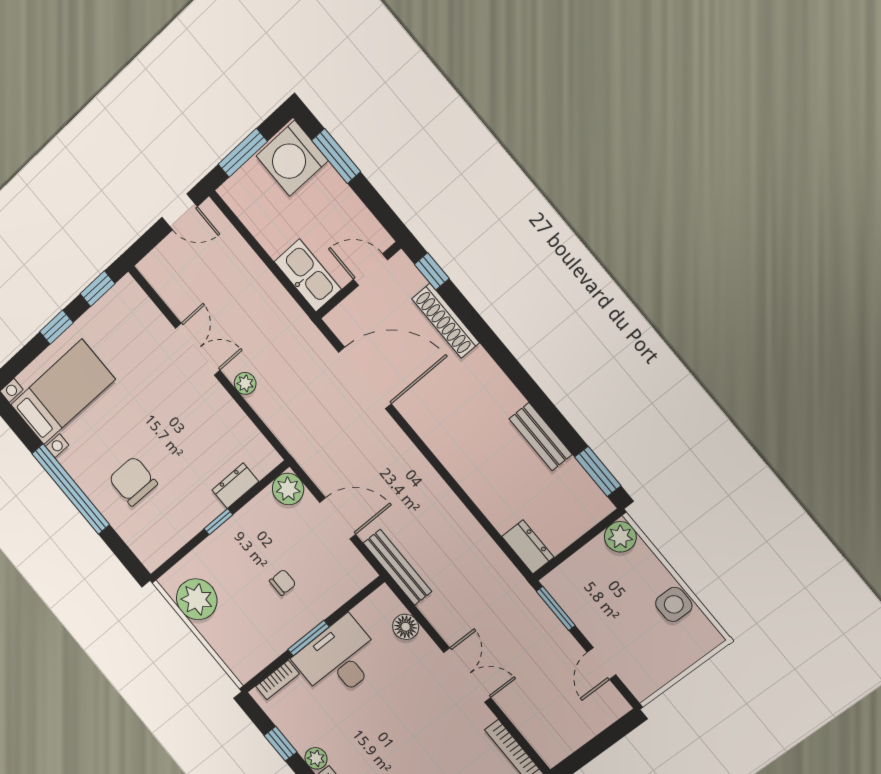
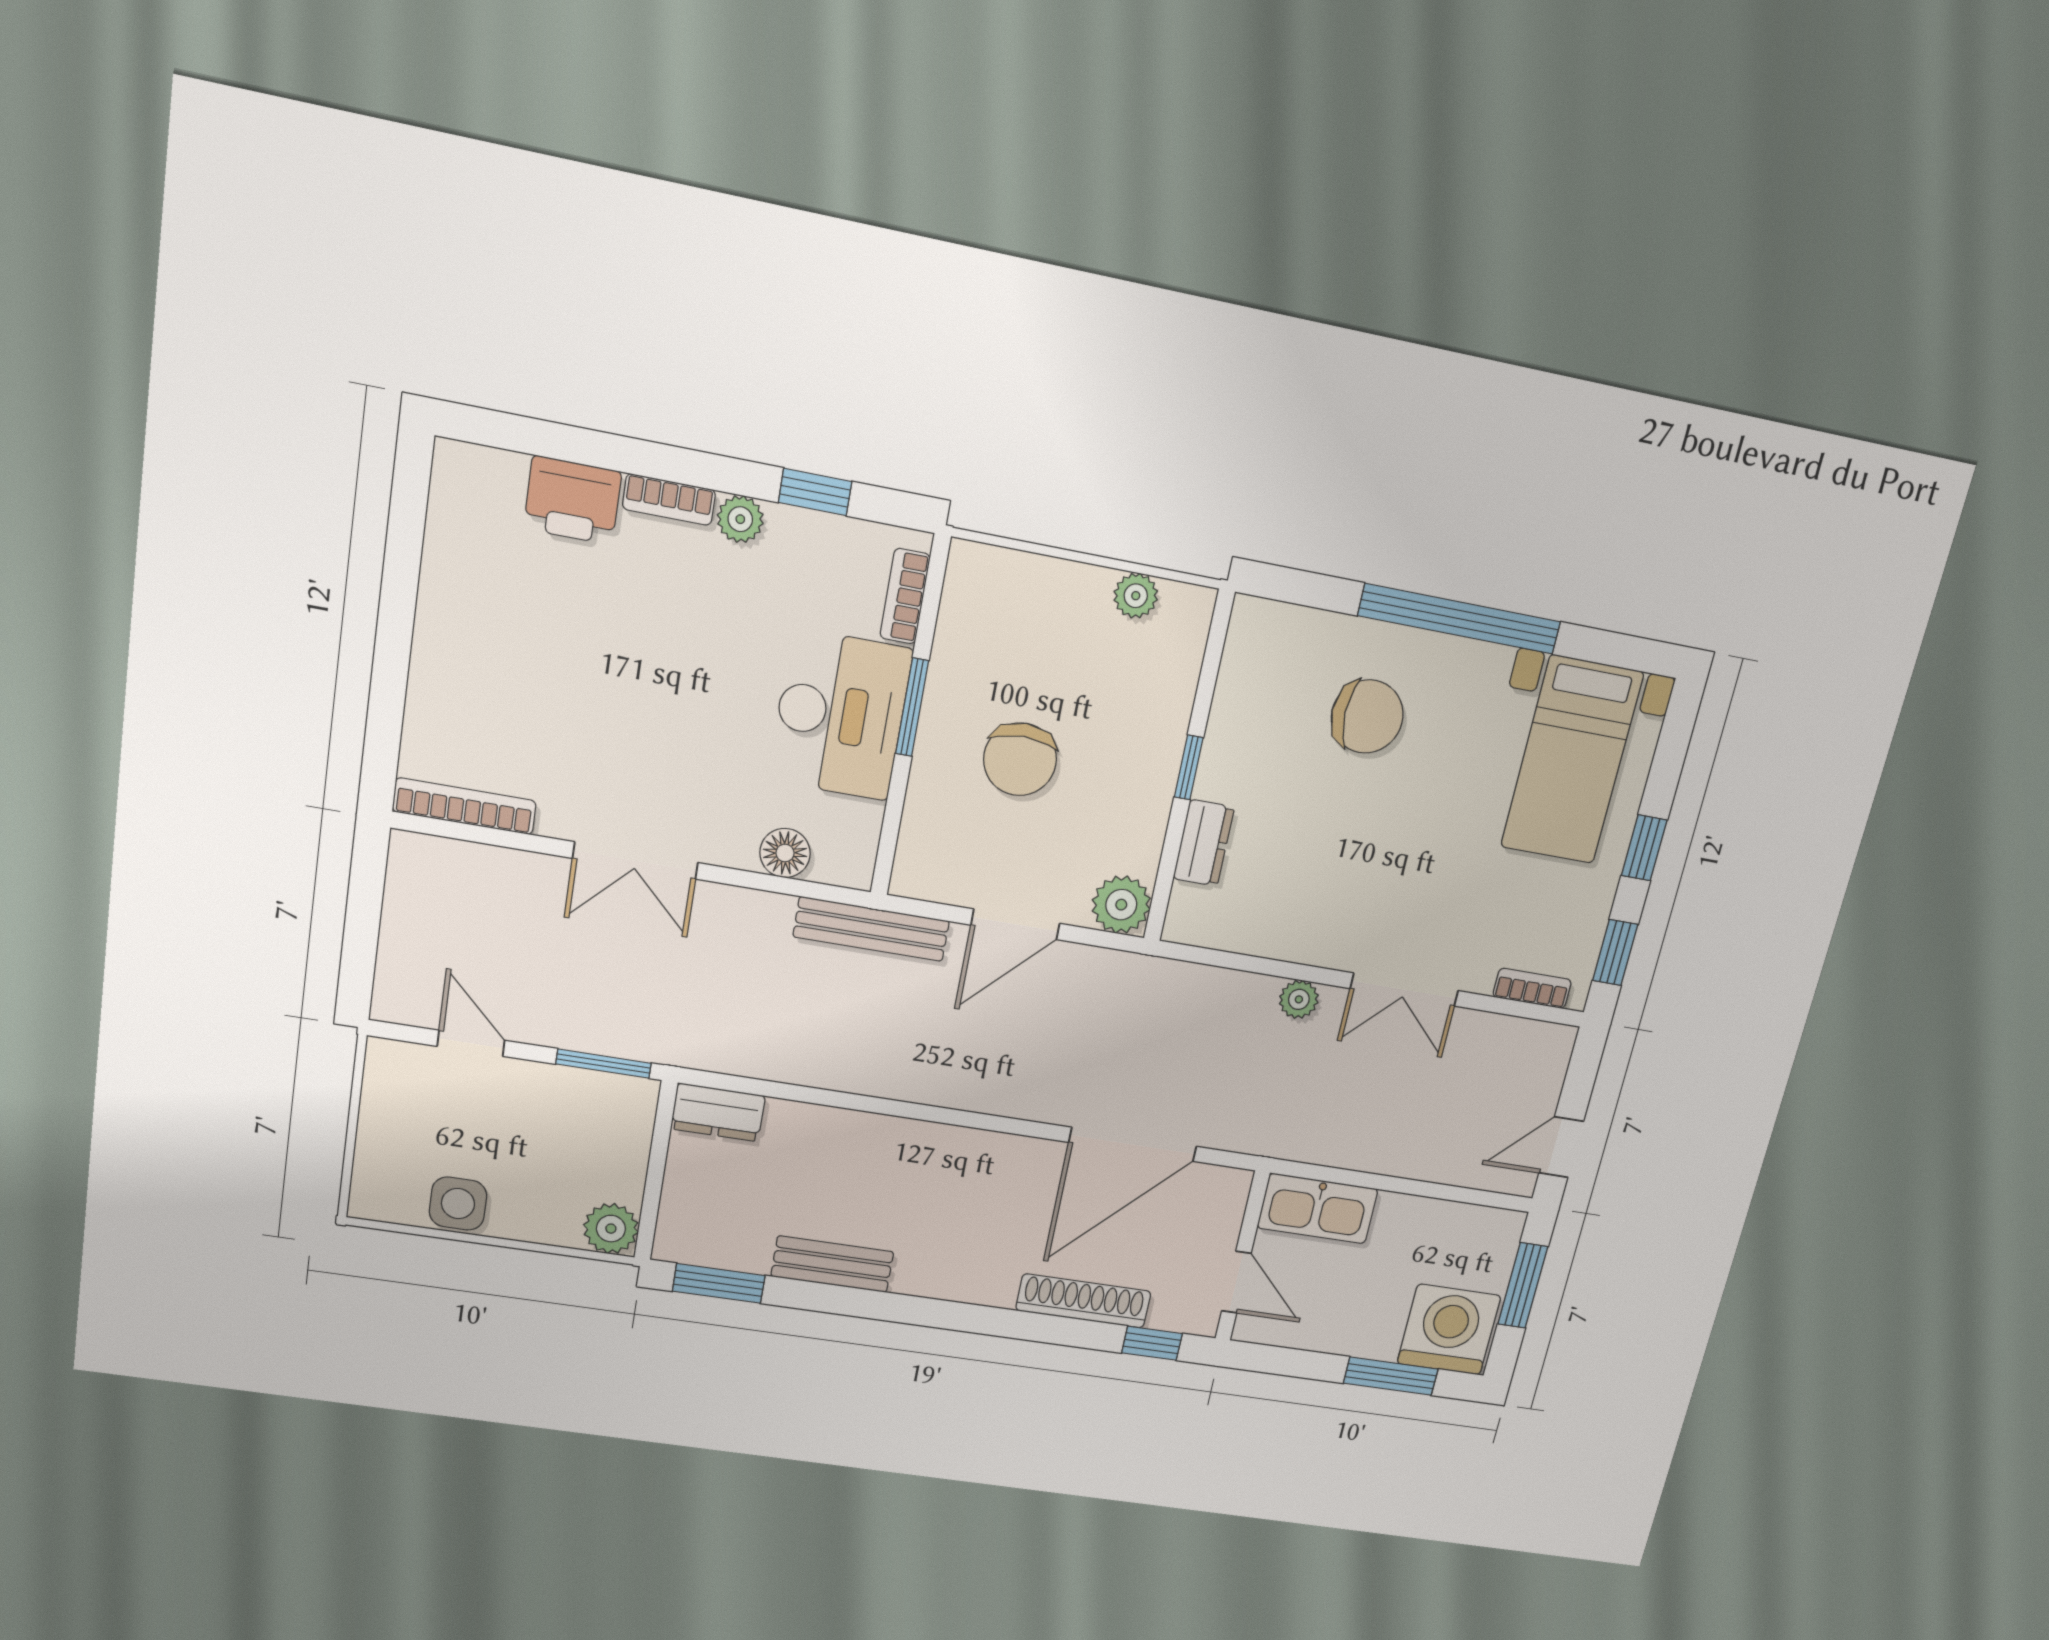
door: (370, 270) -> (1236, 1282), hinge flipped
bookcase: (143, 302) -> (1532, 988), added
chair: (283, 582) -> (1020, 759), width x1.87, depth x1.87
plant: (197, 599) -> (1136, 596), width x0.53, depth x0.53

